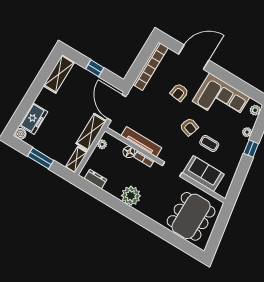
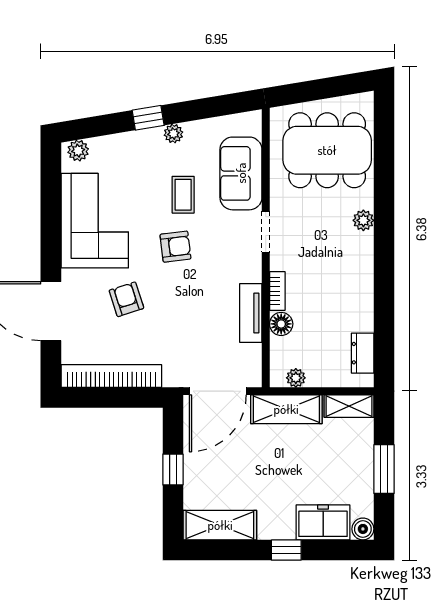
armchair: (179, 92) -> (126, 299), turned -116
window: (31, 96) -> (286, 550), added
armchair: (189, 127) -> (175, 247), turned 65
plant: (247, 132) -> (173, 134), moved
tv unit: (141, 142) -> (251, 313), width x0.71
plant: (131, 196) -> (363, 220), moved, width x0.53, depth x0.53

